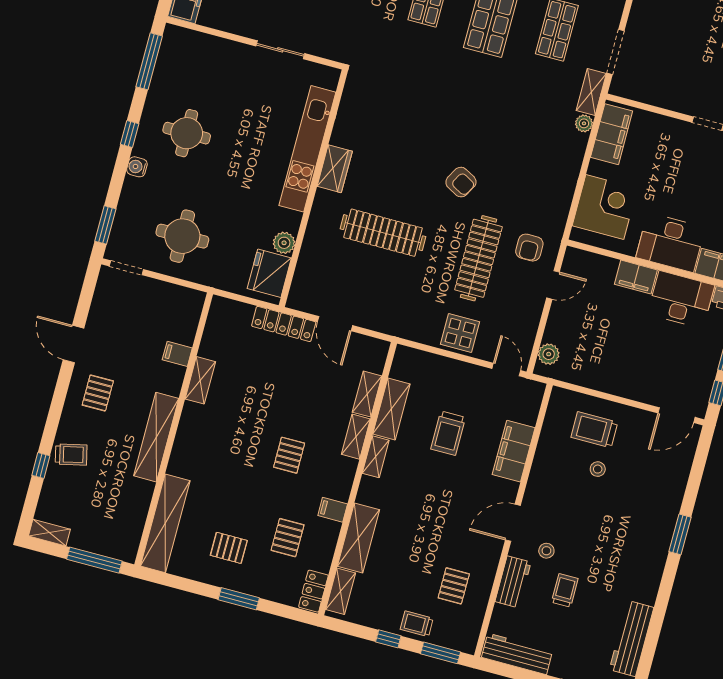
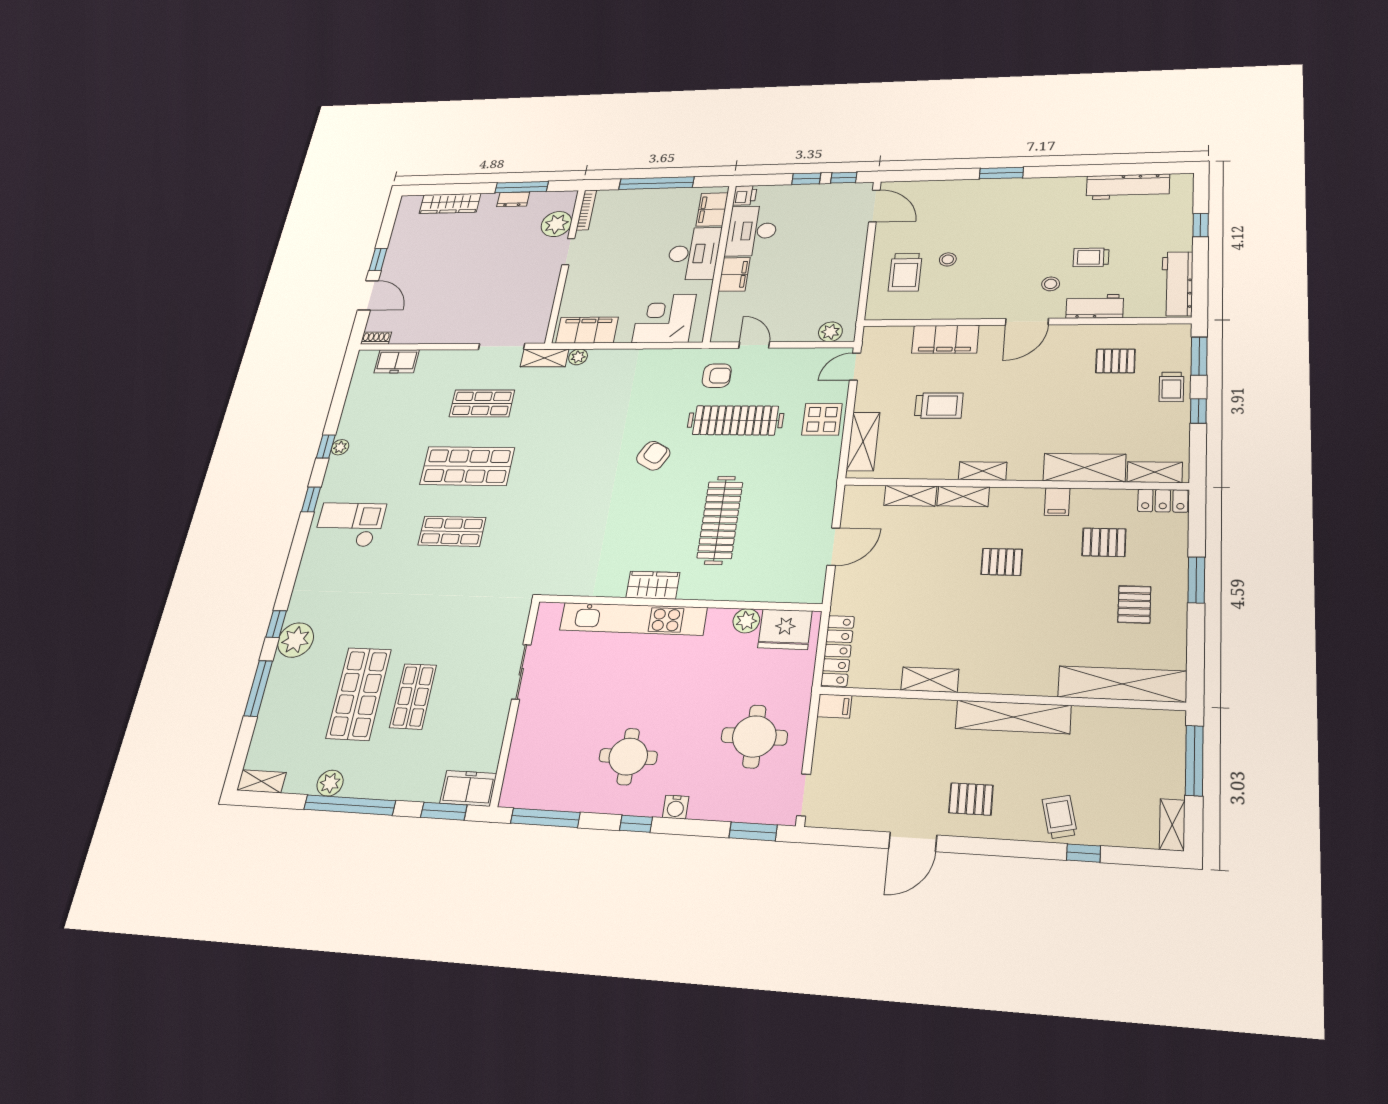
locker: (284, 324) -> (838, 651), moved
filing cabinet: (177, 354) -> (834, 706), moved, turned -90
shelving: (391, 409) -> (863, 441), moved, turned 90
door: (513, 523) -> (1027, 322), hinge flipped

